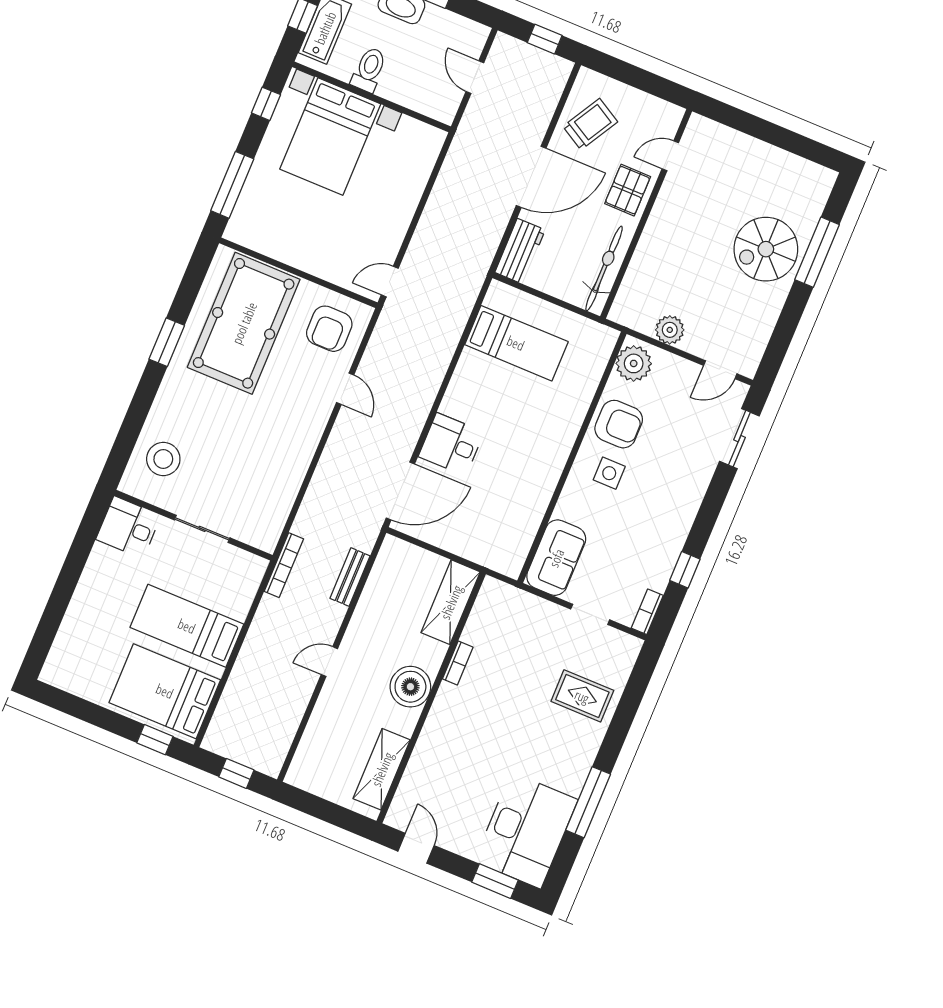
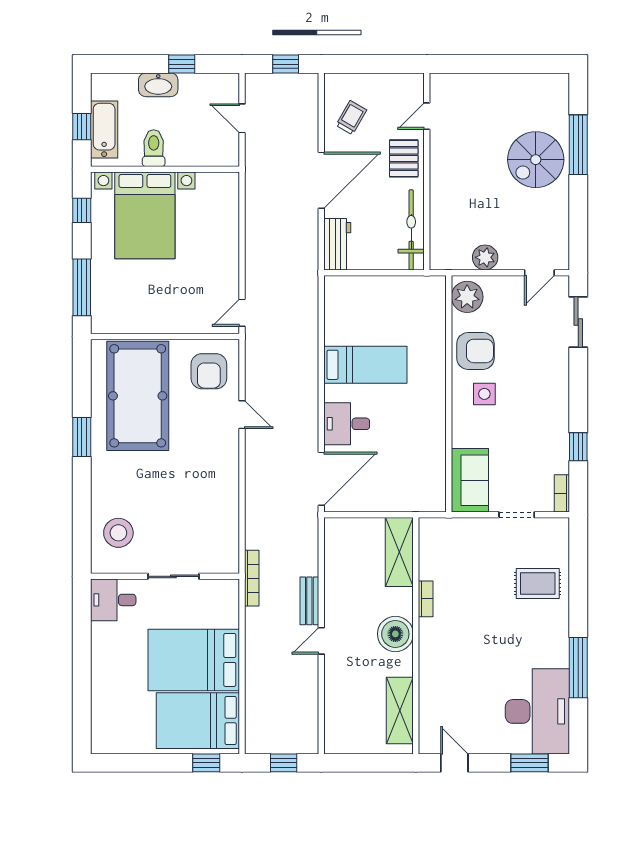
trolley: (590, 124) -> (351, 118), width x0.73, depth x0.72
bed: (516, 343) -> (365, 365), moved
bench: (350, 577) -> (309, 601), moved
bed: (187, 626) -> (194, 660), width x1.50

